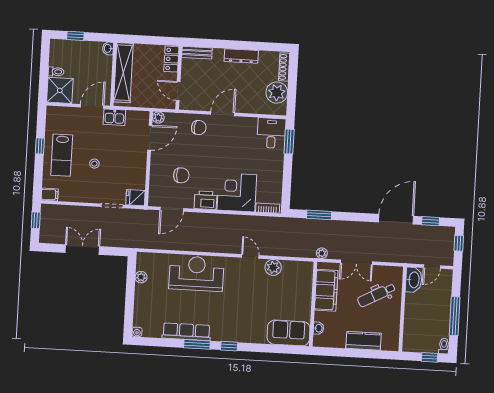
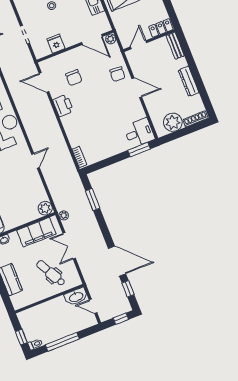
corner desk: (237, 192) -> (81, 127), removed
fridge: (136, 198) -> (56, 44), moved
plant: (273, 267) -> (45, 208), moved

